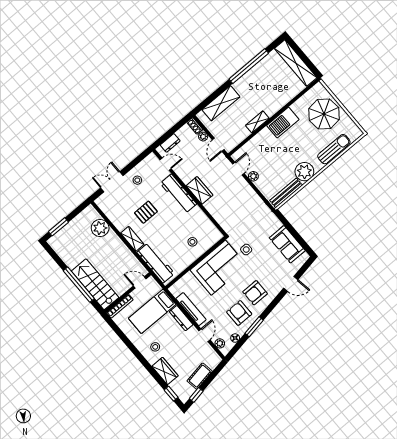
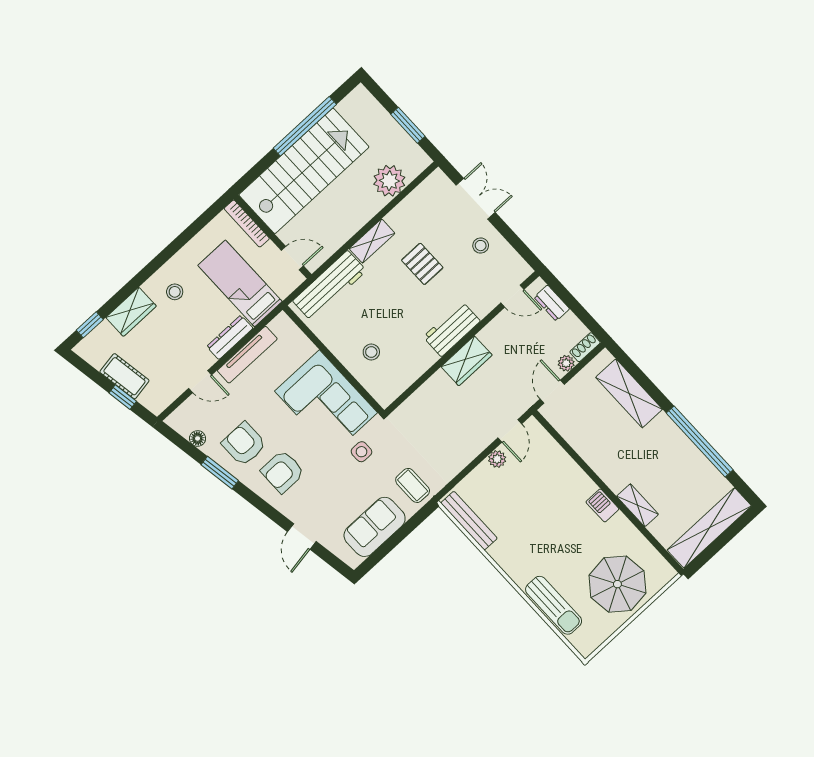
shelving: (257, 122) -> (638, 505), moved
barbecue: (283, 123) -> (602, 505), width x0.53, depth x0.65
door: (218, 145) -> (552, 392), hinge flipped
door: (166, 164) -> (512, 296), hinge flipped
door: (238, 169) -> (510, 431), hinge flipped
plant: (304, 172) -> (510, 553), removed
workbench: (178, 194) -> (452, 329), width x0.73
coffee table: (266, 223) -> (413, 485), added
window: (59, 227) -> (408, 125), moved
door: (140, 282) -> (292, 258), hinge flipped
stairs: (95, 284) -> (304, 171), width x1.36, depth x1.51
window: (79, 285) -> (305, 126), moved
armchair: (255, 293) -> (283, 472), turned -90
armchair: (239, 313) -> (244, 444), turned -90
plant: (220, 343) -> (186, 411), removed
window: (196, 395) -> (123, 397), moved

